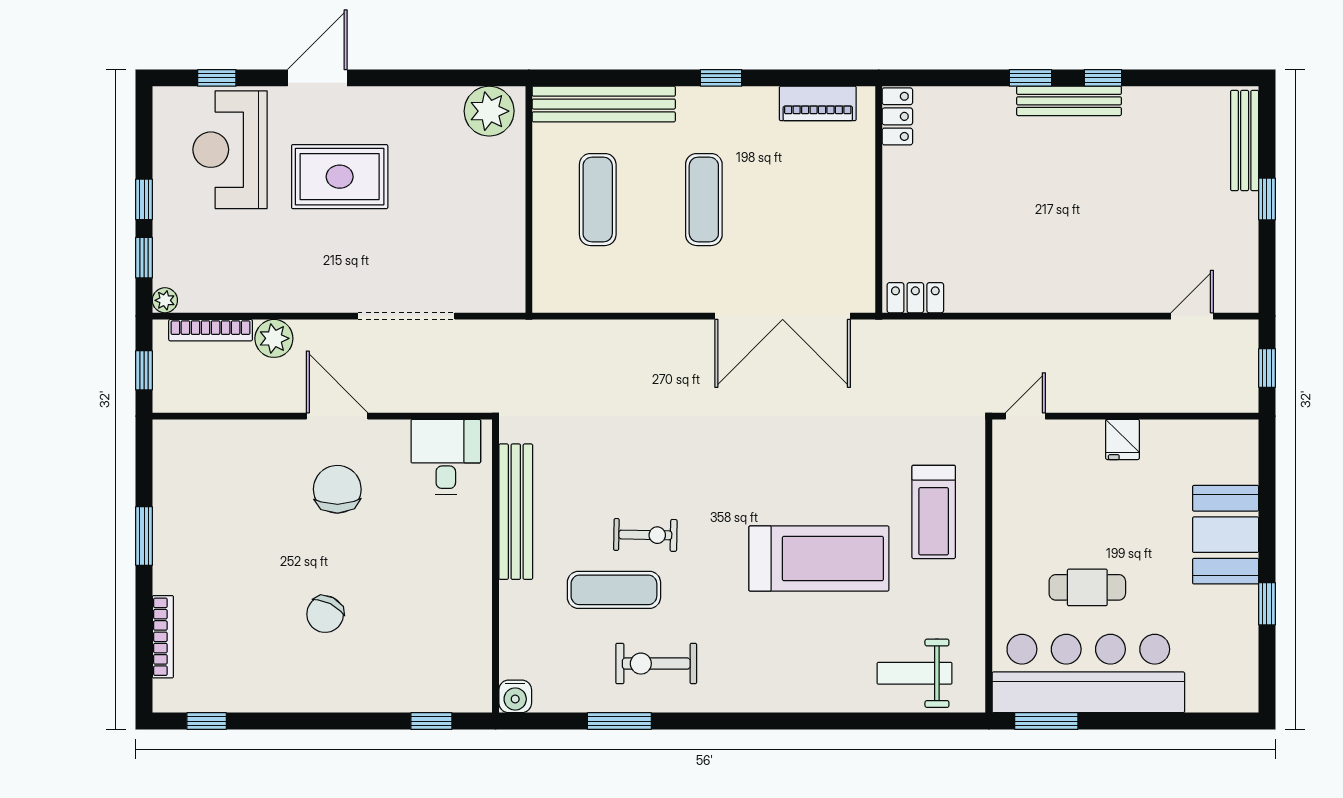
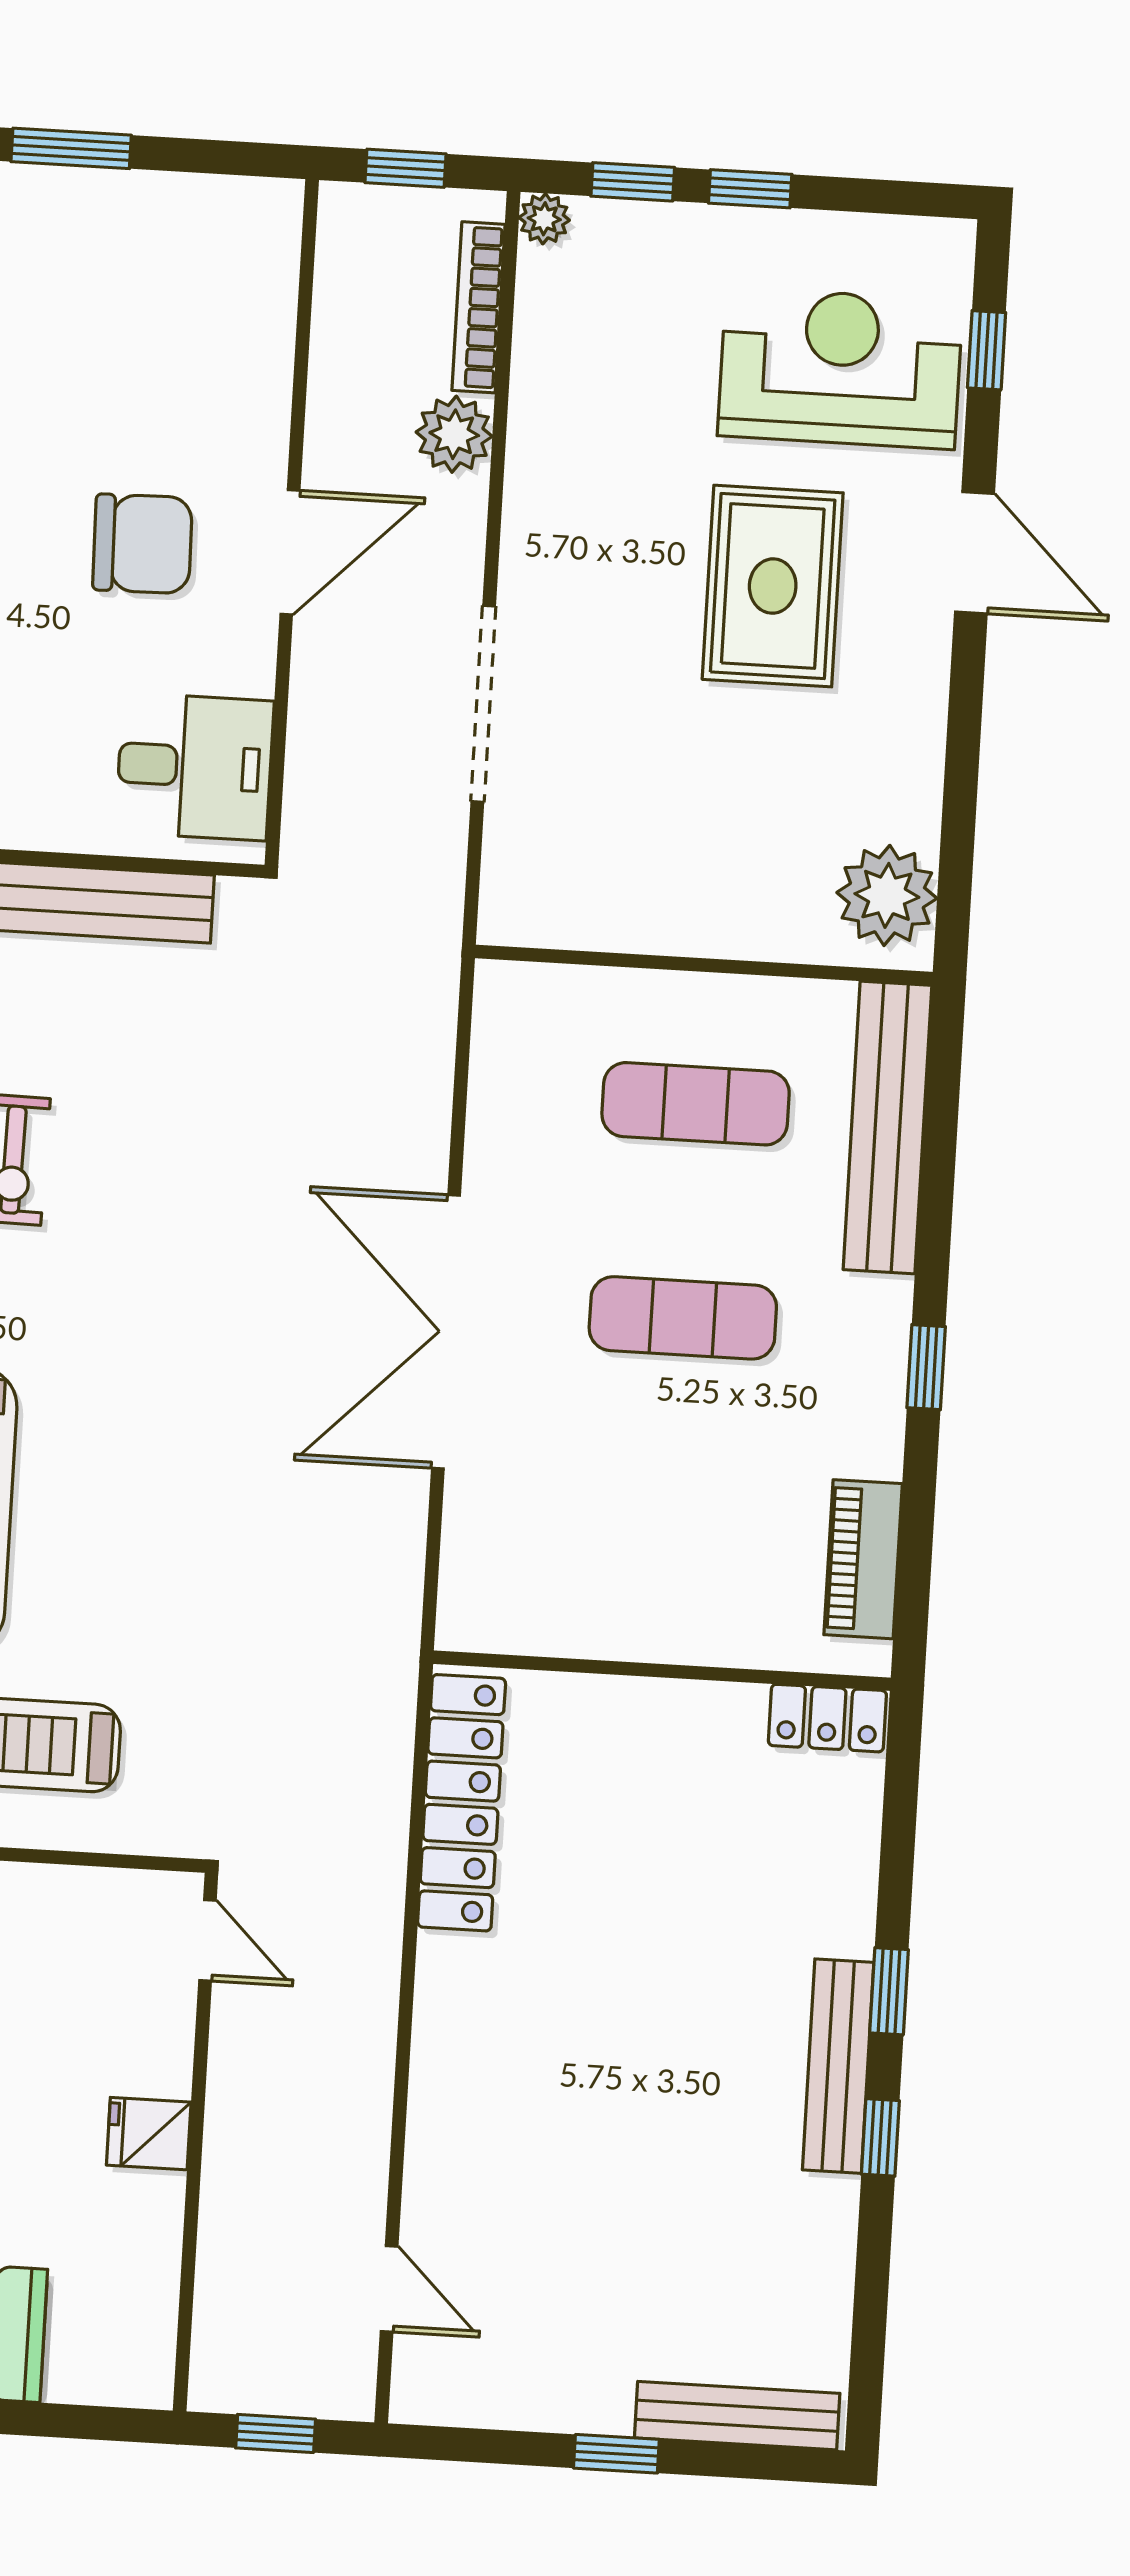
locker: (915, 298) -> (462, 1803), width x2.16, depth x1.21
double door: (783, 316) -> (446, 1332), moved

